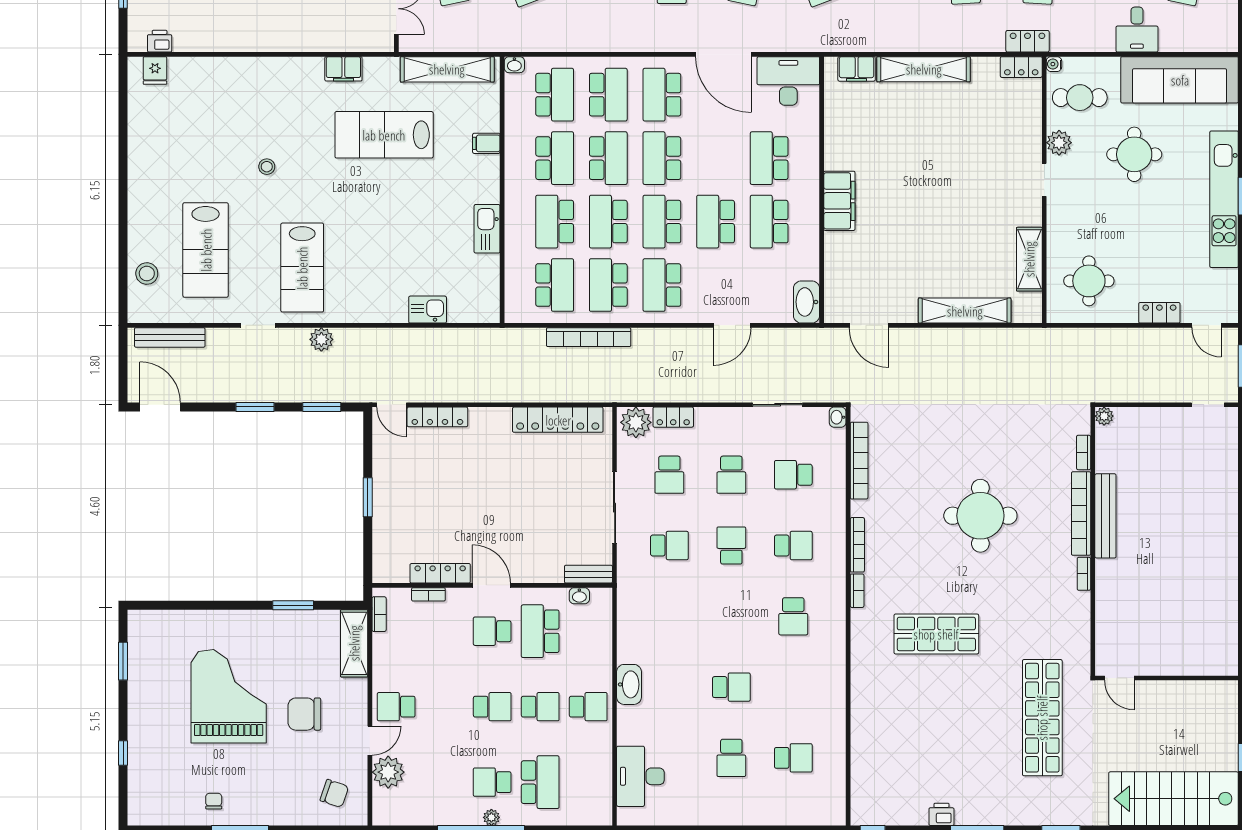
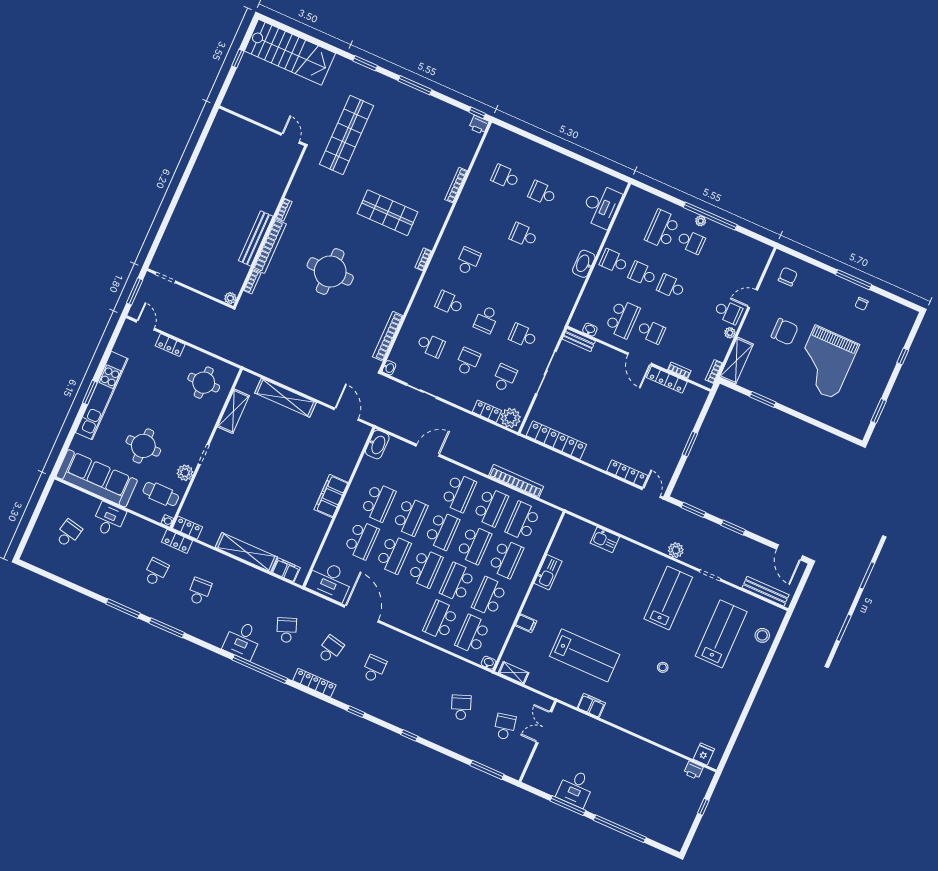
shelving: (447, 69) -> (514, 673), width x0.45, depth x0.75
school desk: (662, 95) -> (393, 554), moved
bookcase: (857, 545) -> (456, 185), moved
school desk: (731, 758) -> (542, 193), turned -90
plant: (388, 772) -> (730, 333), moved, width x0.53, depth x0.53
chair: (334, 793) -> (788, 277), turned 71
printer: (941, 814) -> (479, 125), moved

